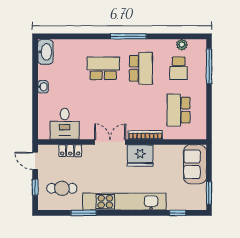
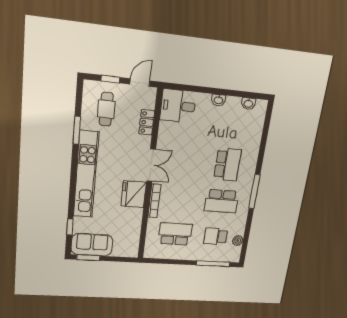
washbasin: (45, 52) -> (248, 103), width x0.52, depth x0.69
desk: (65, 124) -> (178, 106), moved
sofa: (195, 164) -> (92, 245), moved

